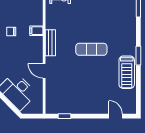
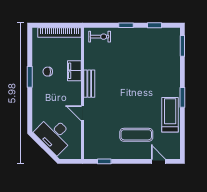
filing cabinet: (36, 31) -> (74, 71), width x2.00
exercise mat: (91, 49) -> (136, 135), moved
treadmill: (127, 72) -> (170, 115), turned 180

